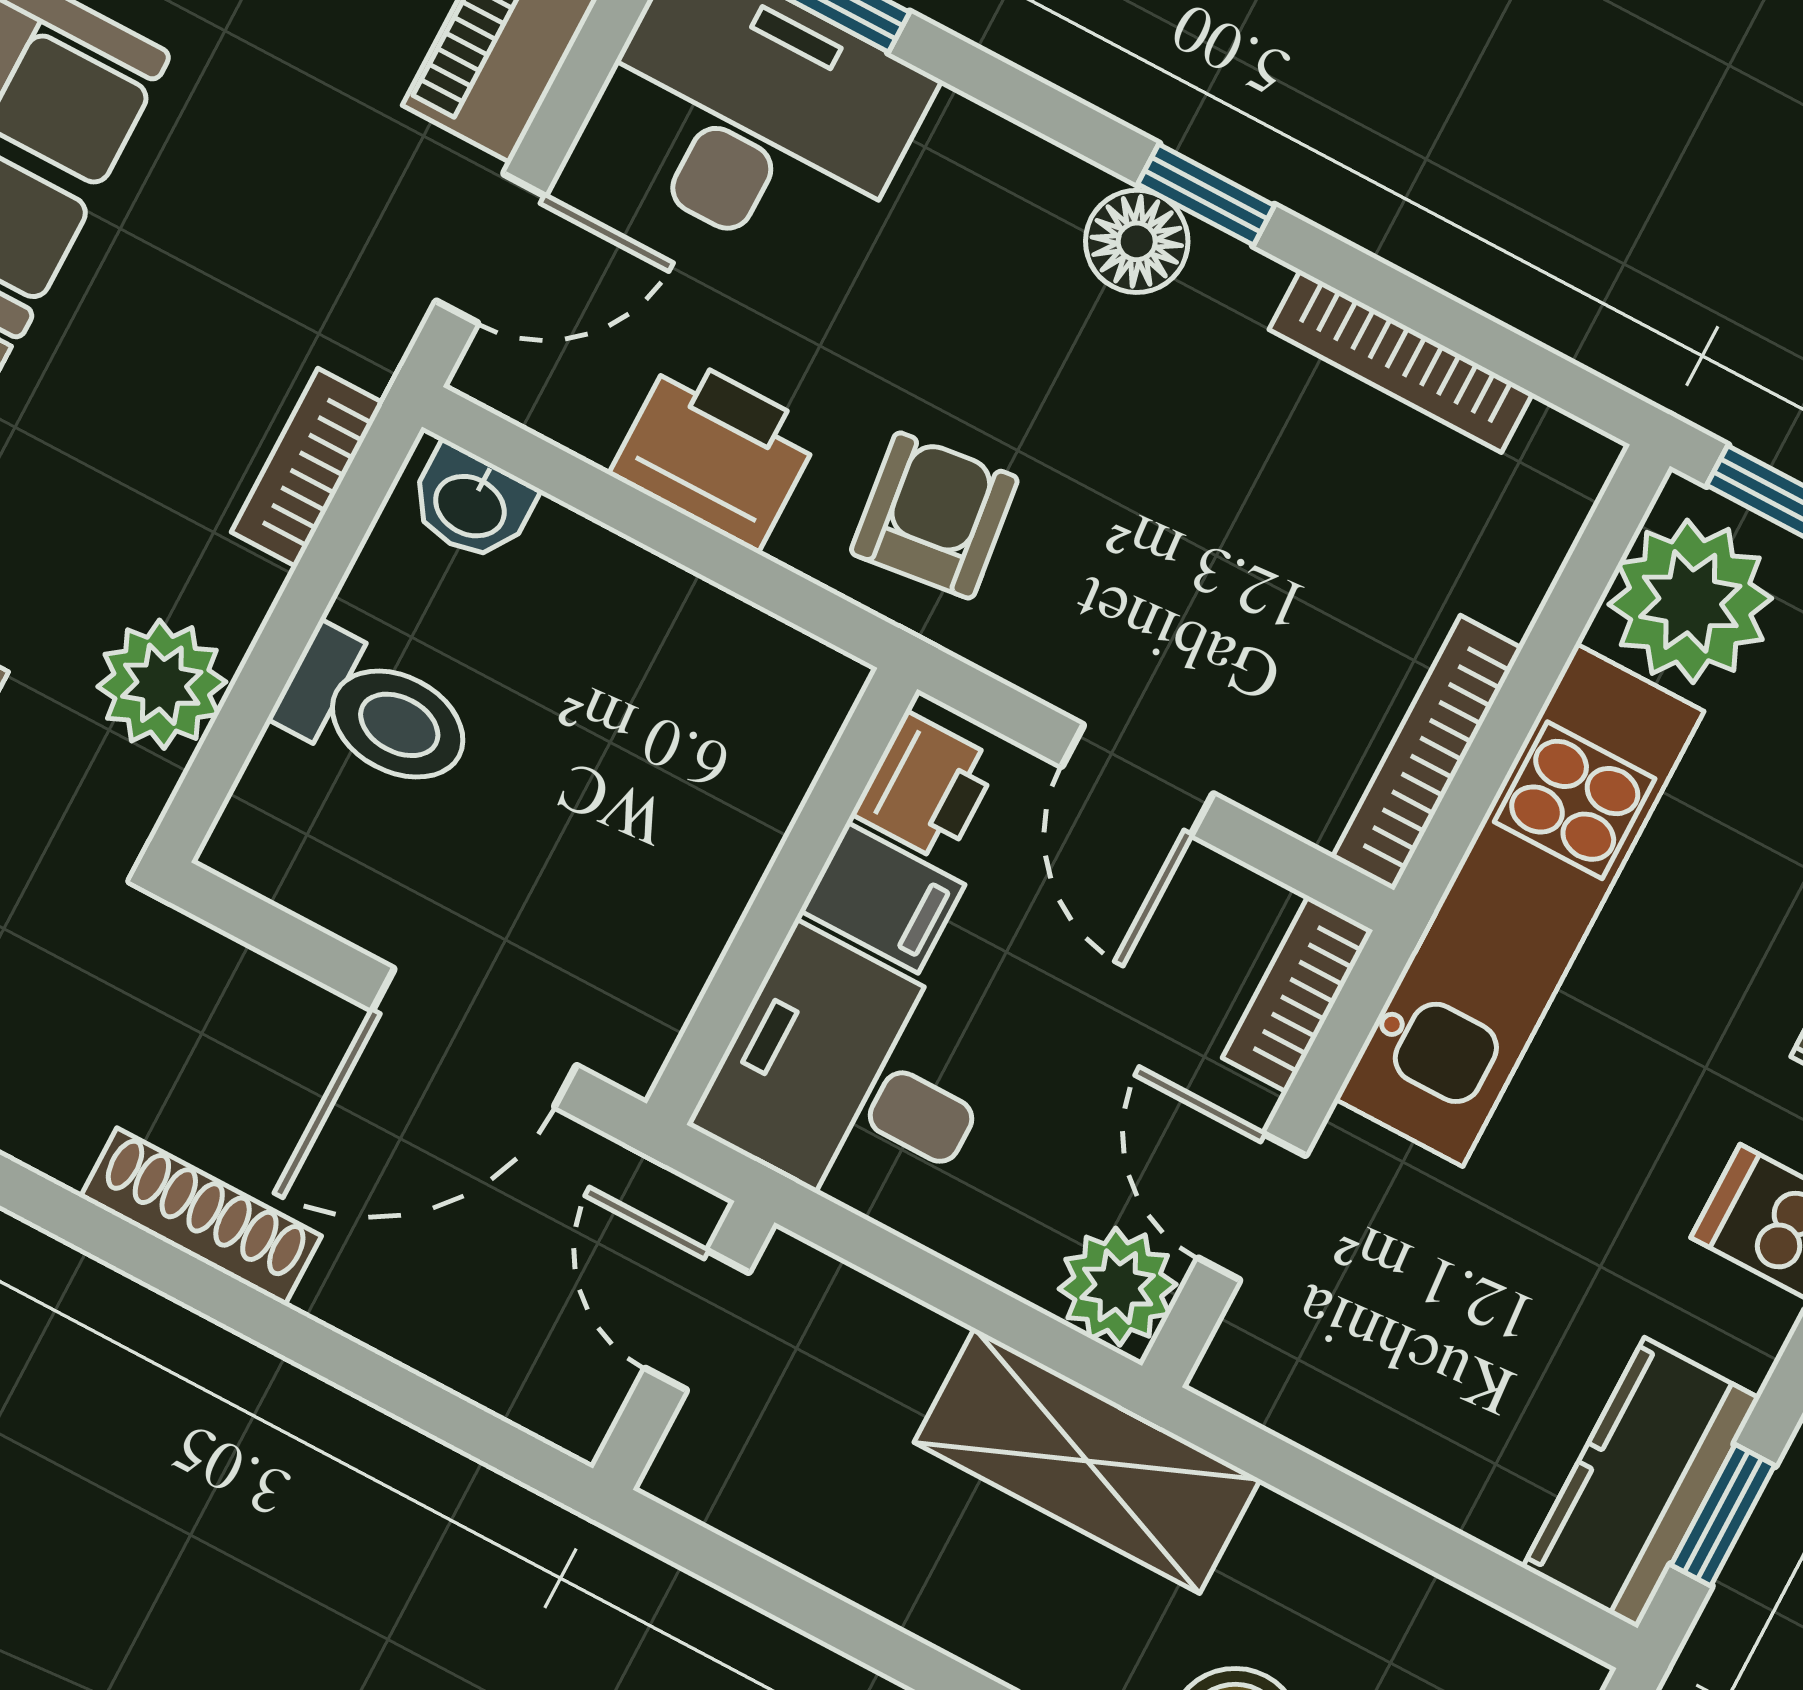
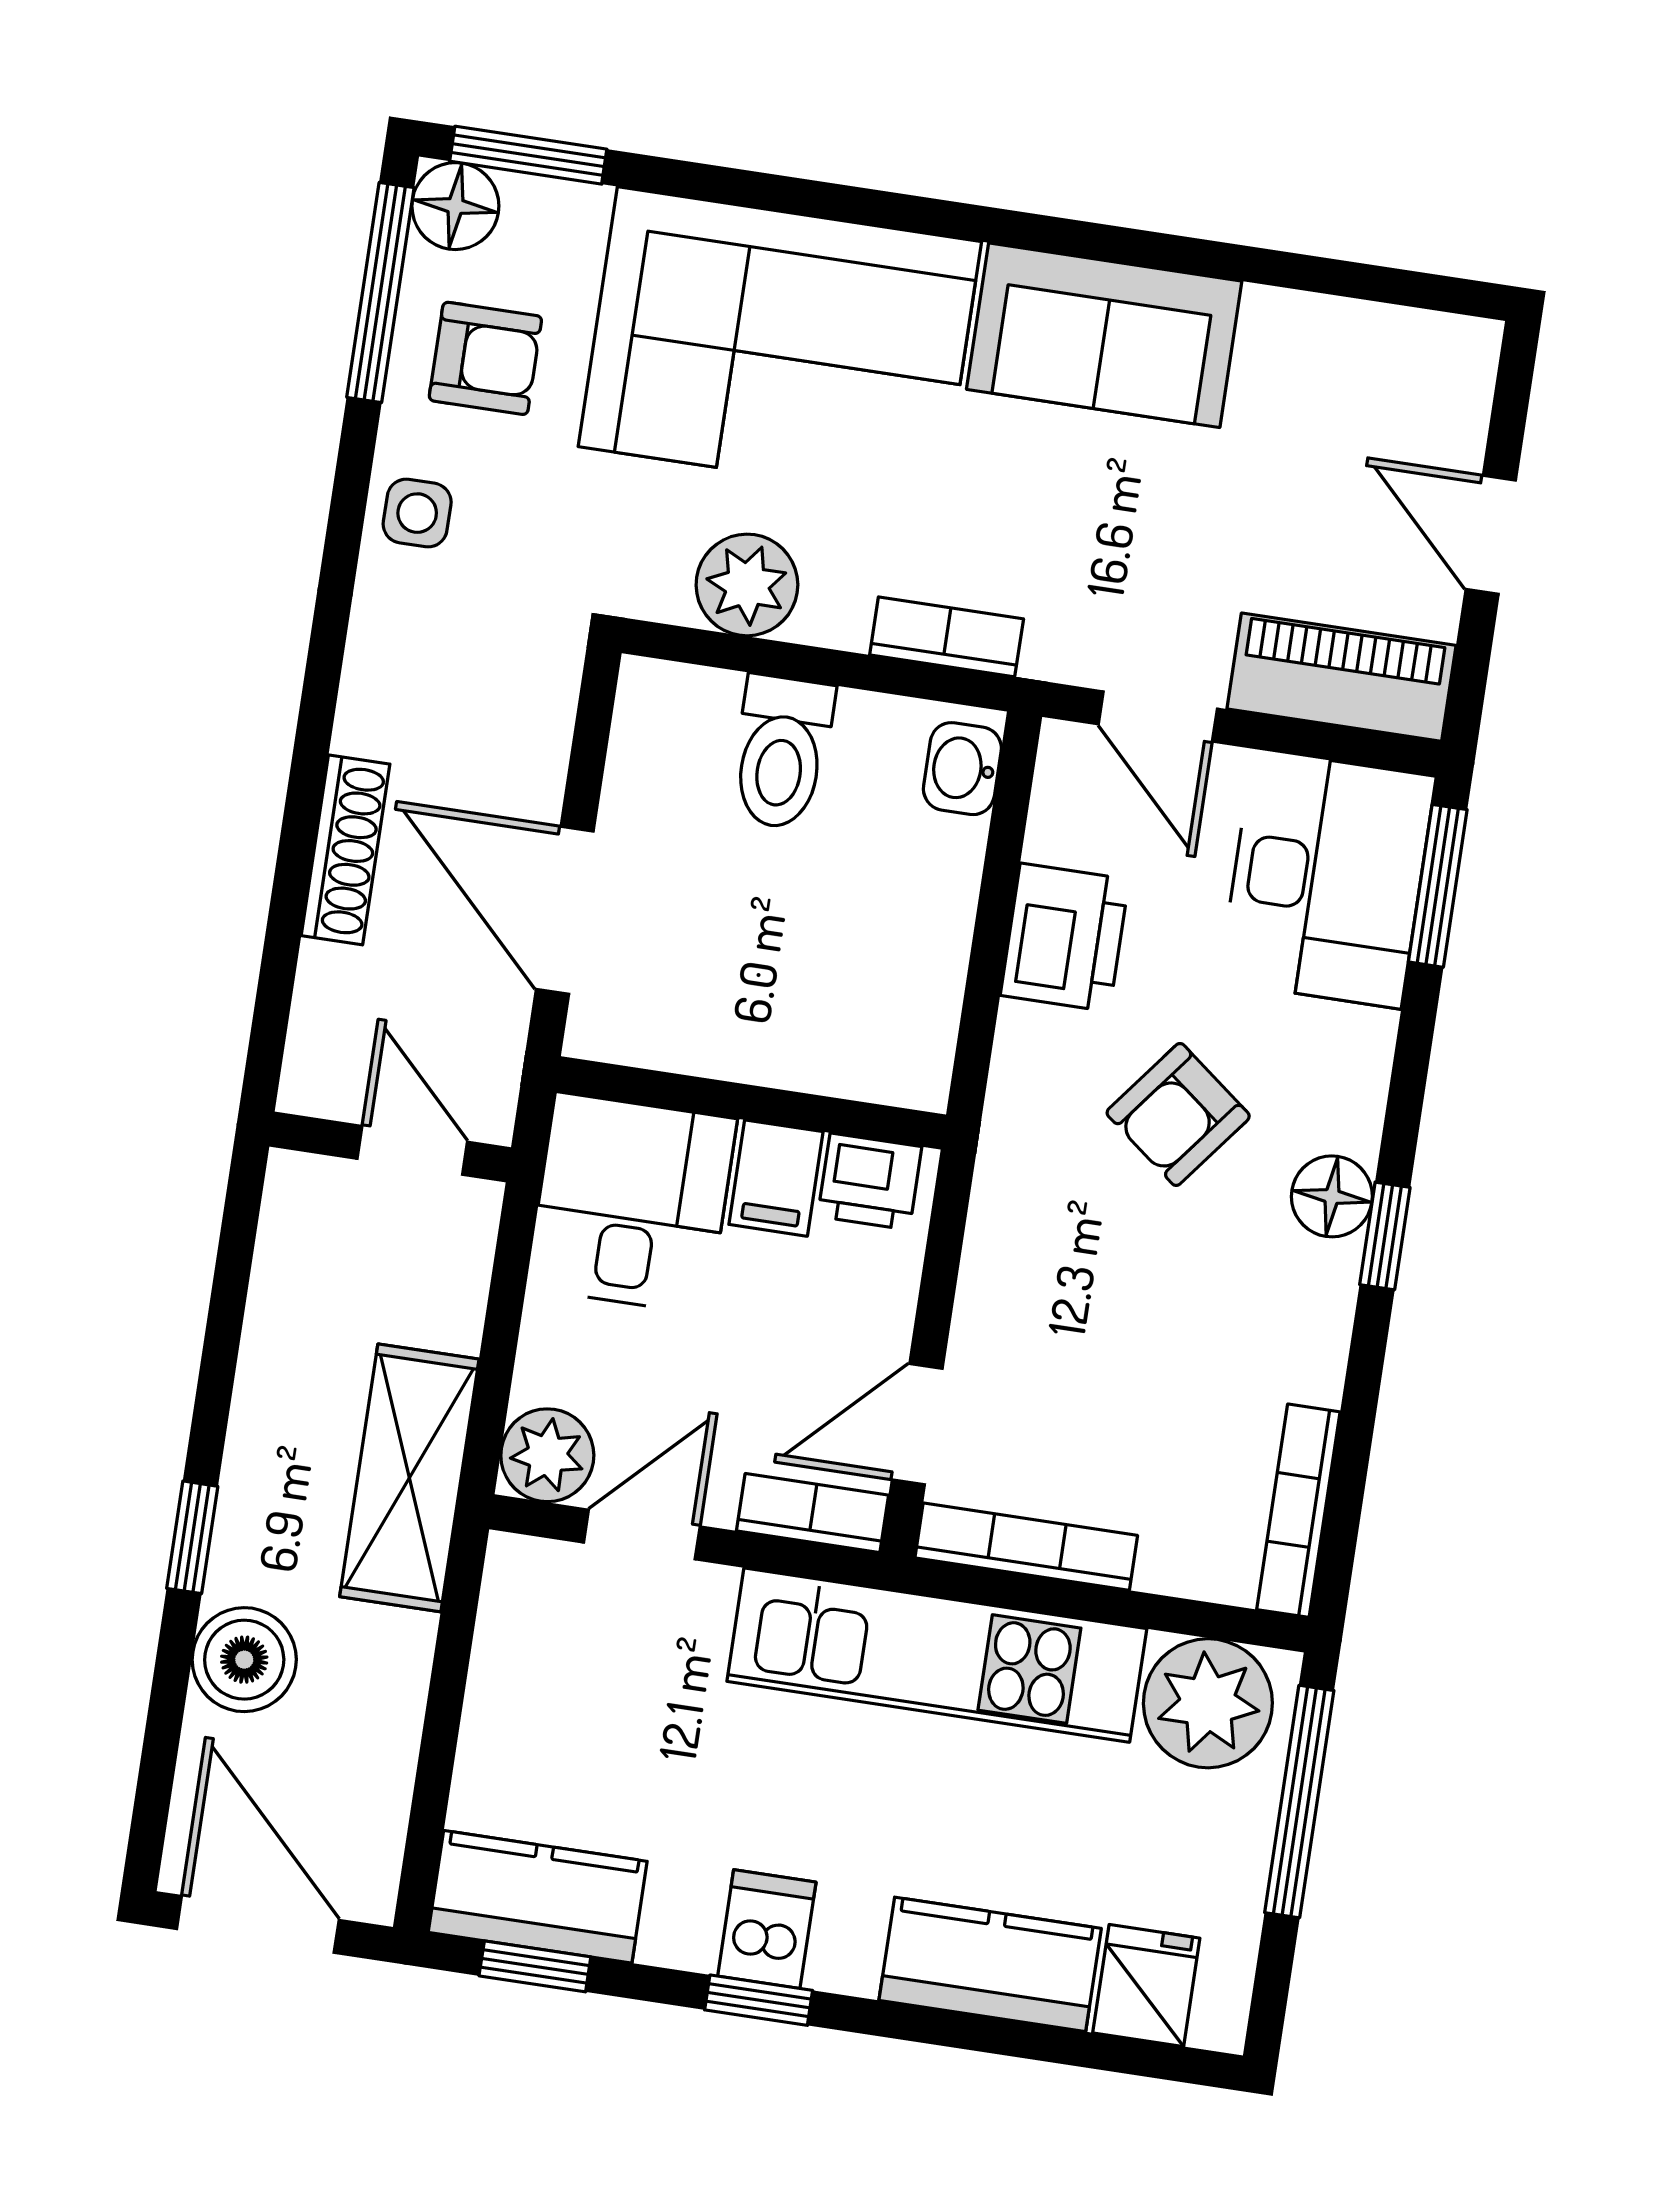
bookcase: (1401, 361) -> (1298, 1511), moved
armchair: (934, 515) -> (1178, 1114), moved, turned 135
door: (1137, 780) -> (917, 1424), moved
shoe rack: (201, 1216) -> (346, 850), moved
door: (697, 1320) -> (412, 1150), hinge flipped

